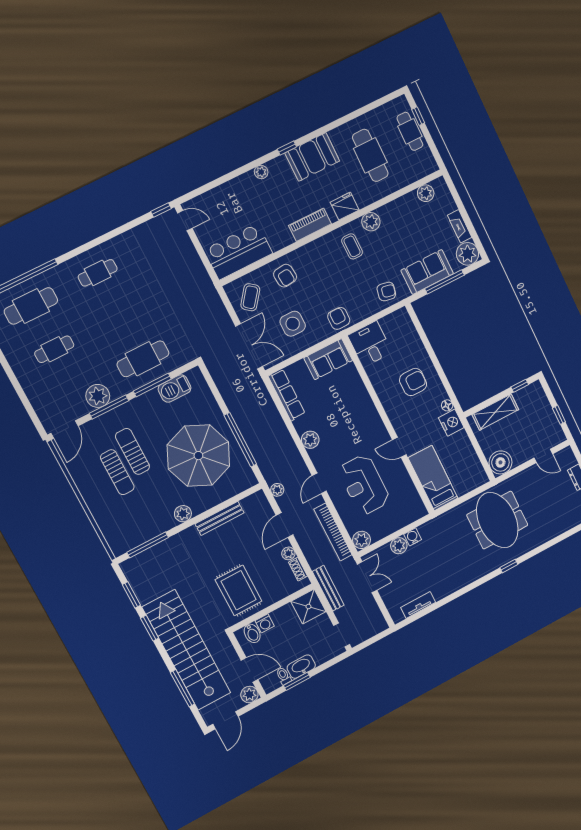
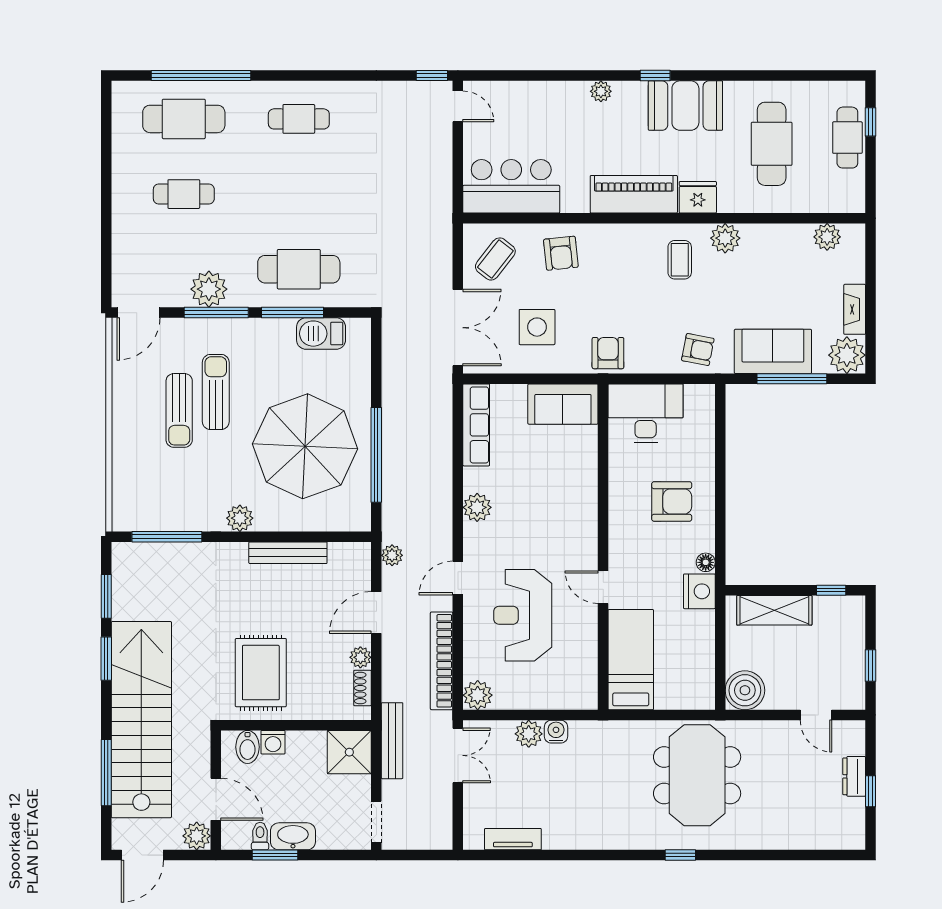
piano: (310, 225) -> (634, 194), width x1.37, depth x1.33
desk: (370, 344) -> (646, 413), width x1.37

